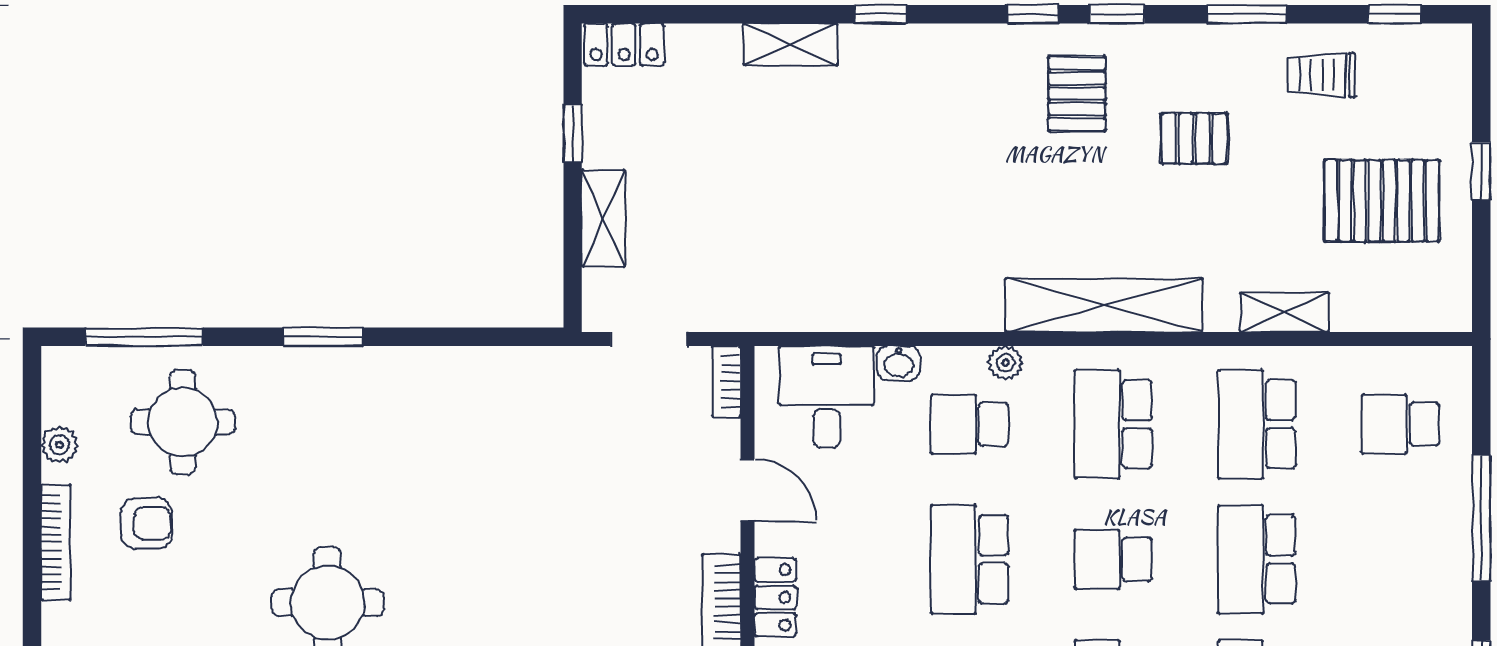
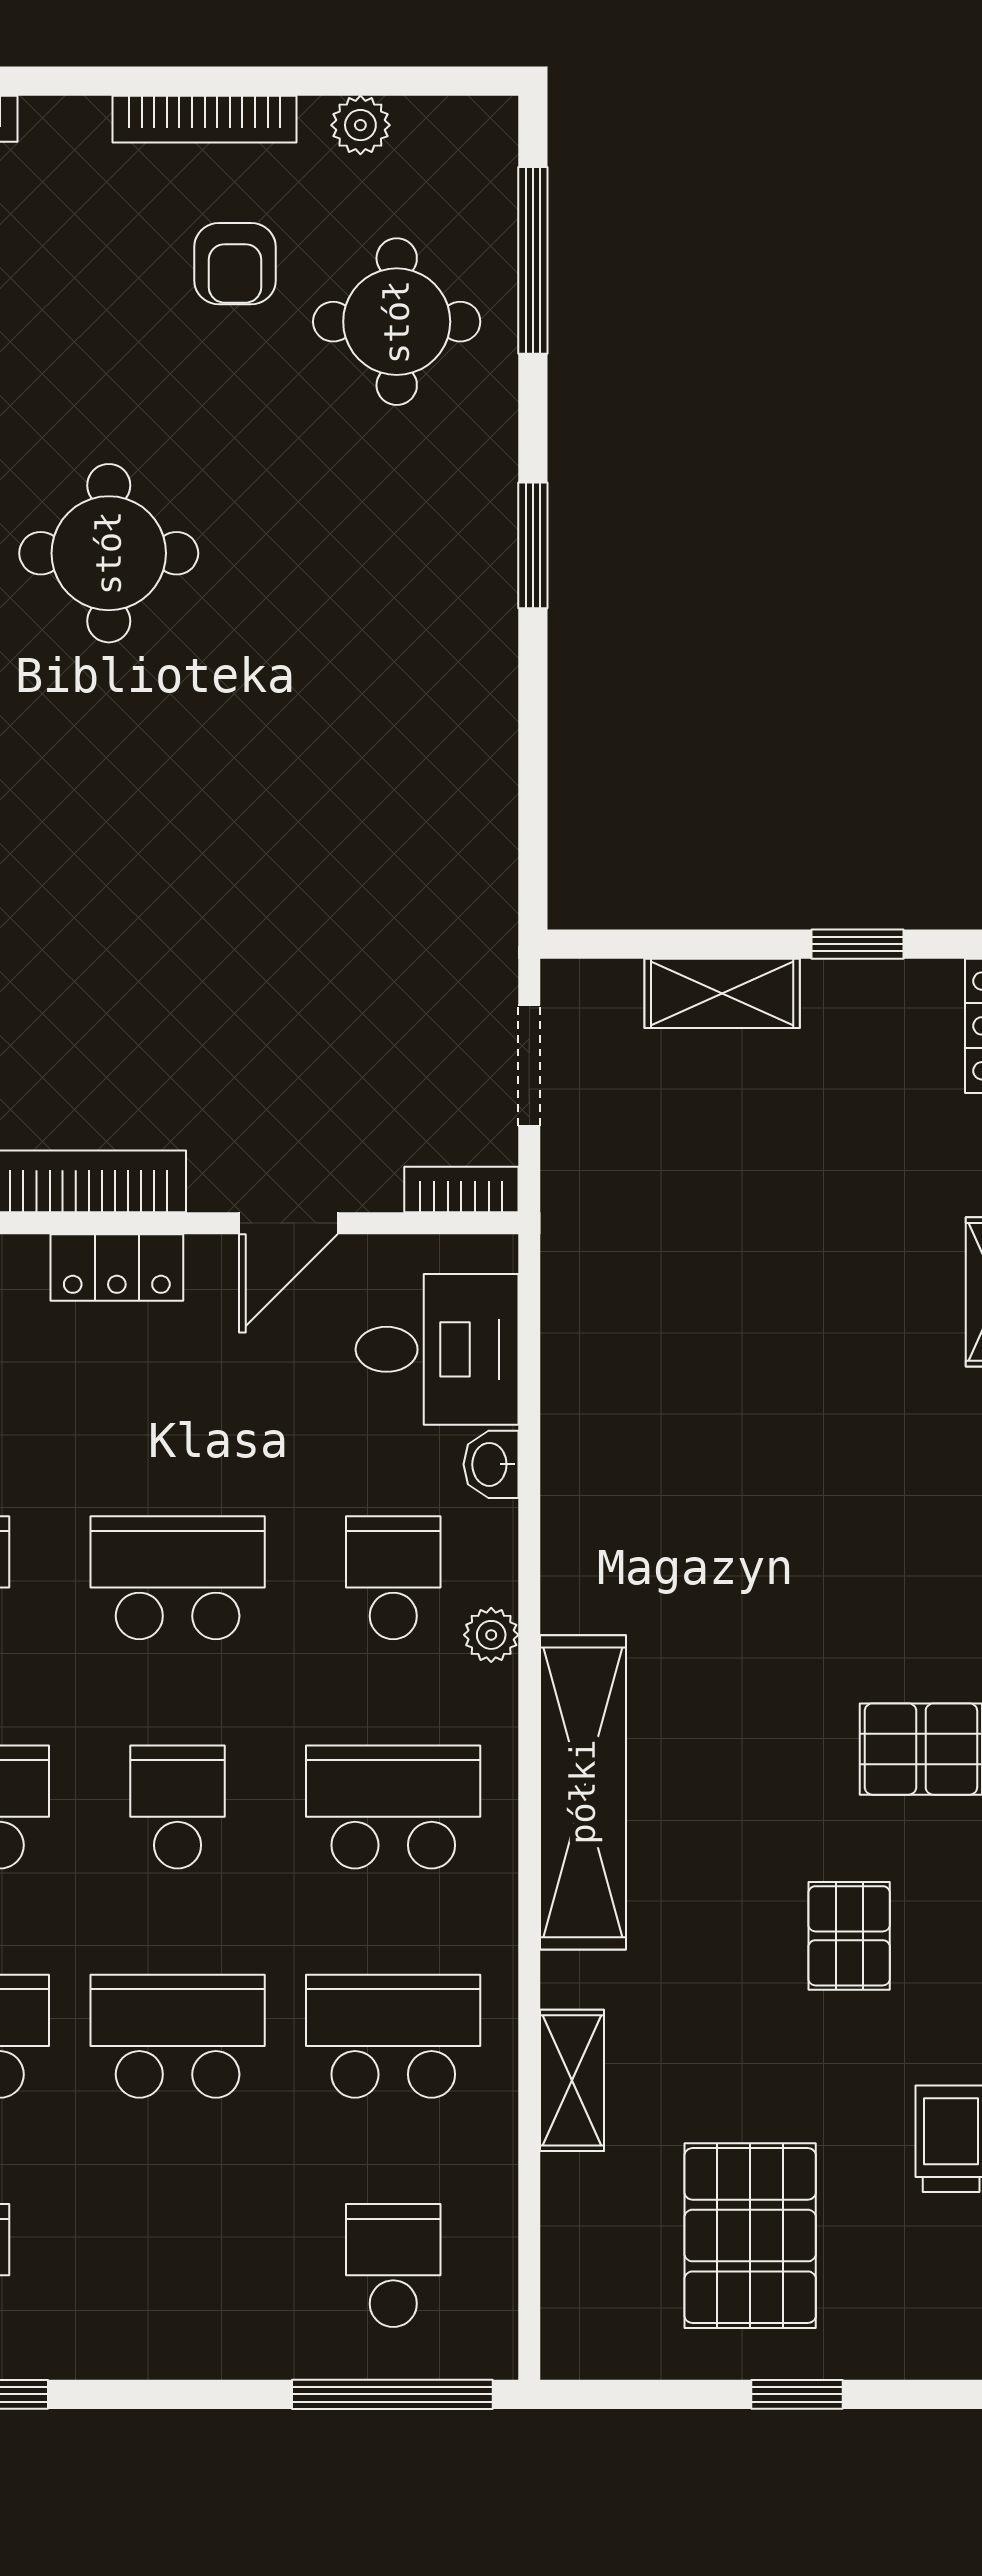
window: (1481, 518) -> (392, 2394), moved

